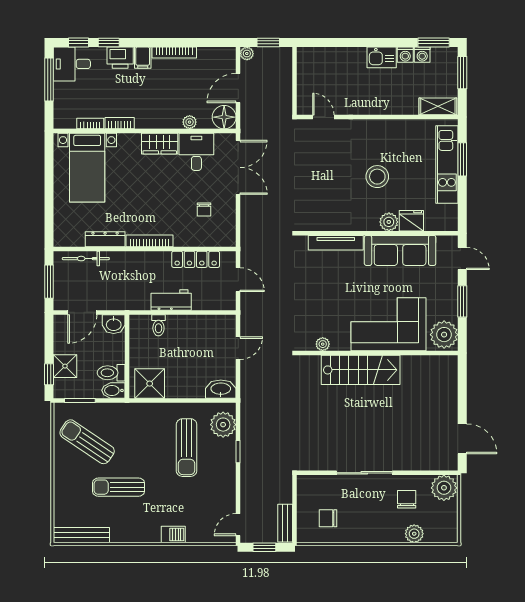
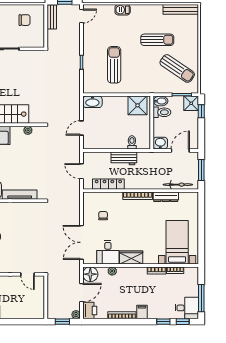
printer: (120, 58) -> (90, 311), moved, turned 90
shower: (65, 366) -> (191, 103), moved
plant: (223, 425) -> (91, 79), removed

